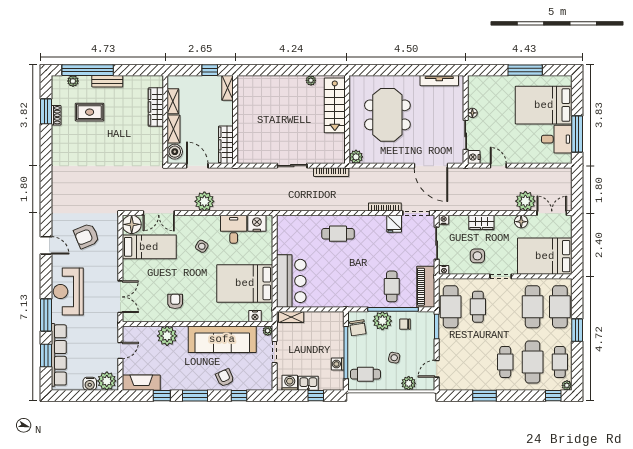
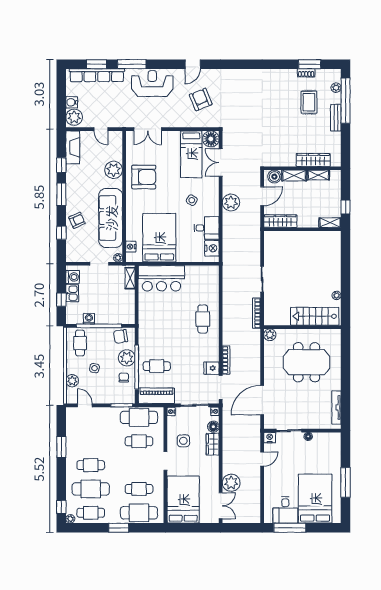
floor lamp: (521, 222) -> (213, 427), moved
armchair: (175, 301) -> (144, 177), width x1.88, depth x1.88
cafe table: (533, 307) -> (139, 489), width x0.73, depth x0.74

